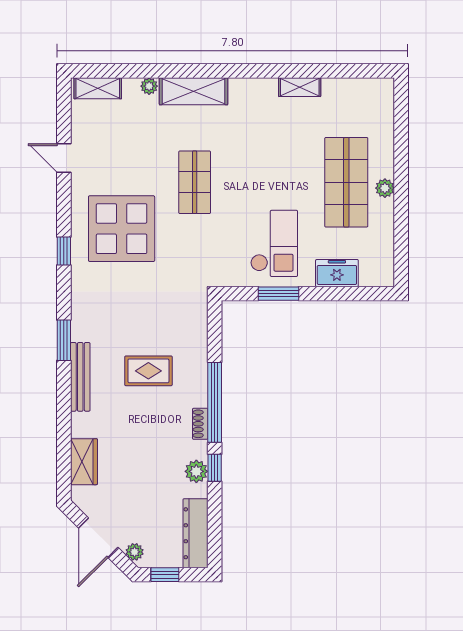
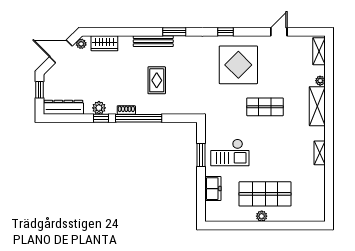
shelving: (300, 87) -> (320, 153), moved
plant: (135, 552) -> (81, 44), moved

